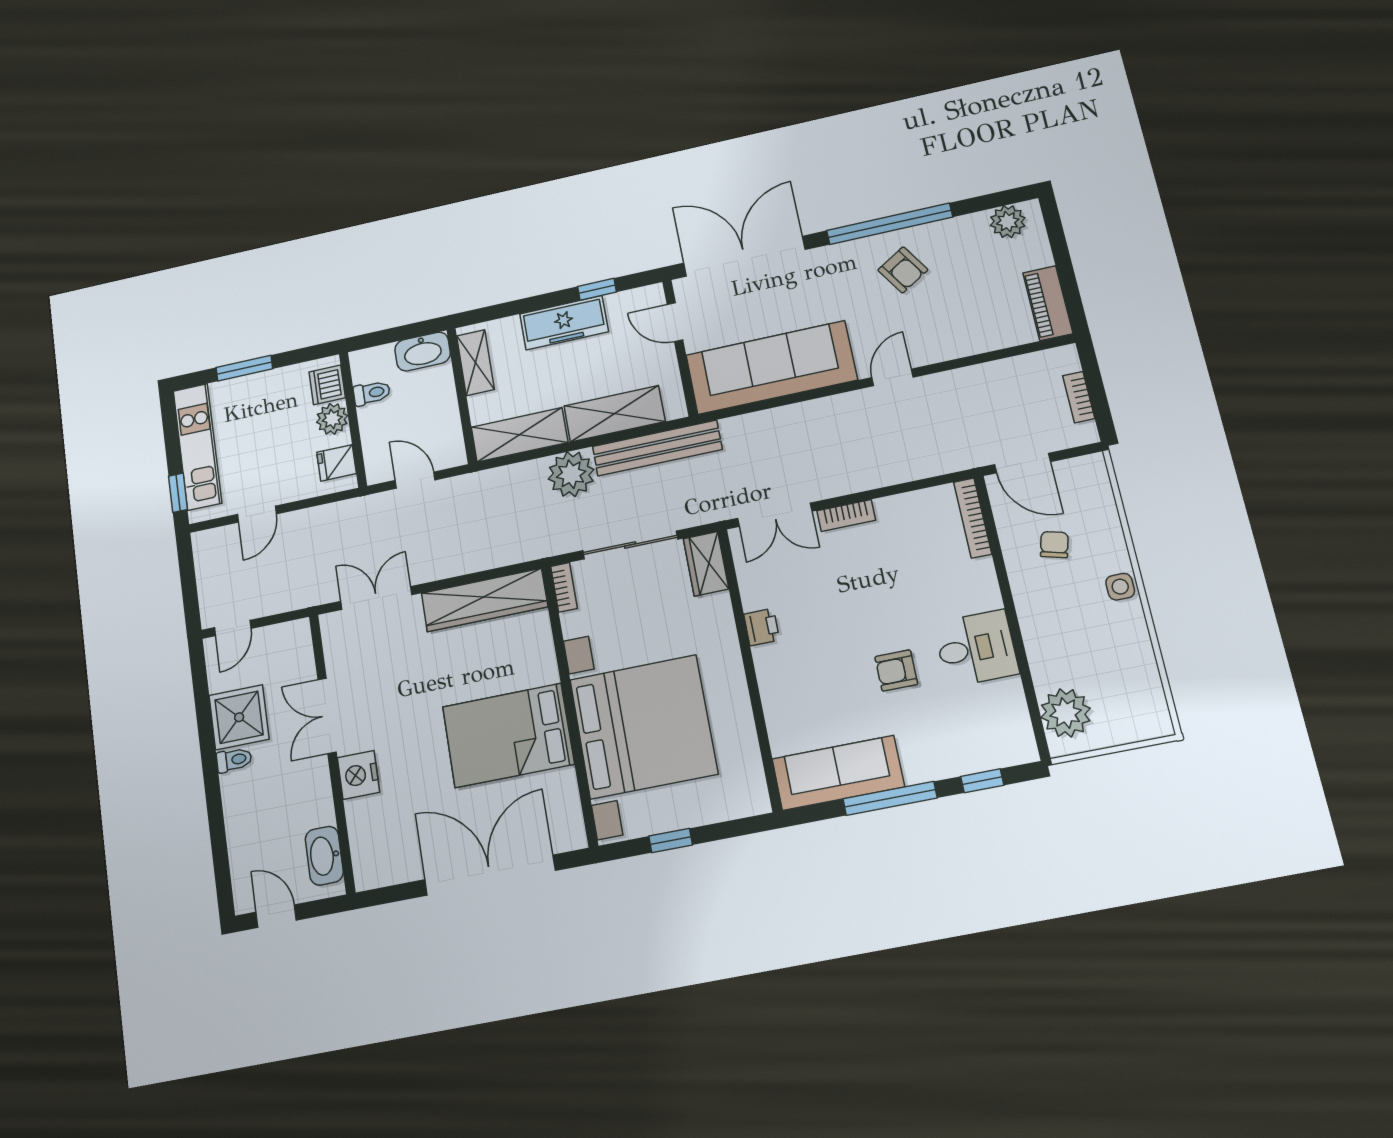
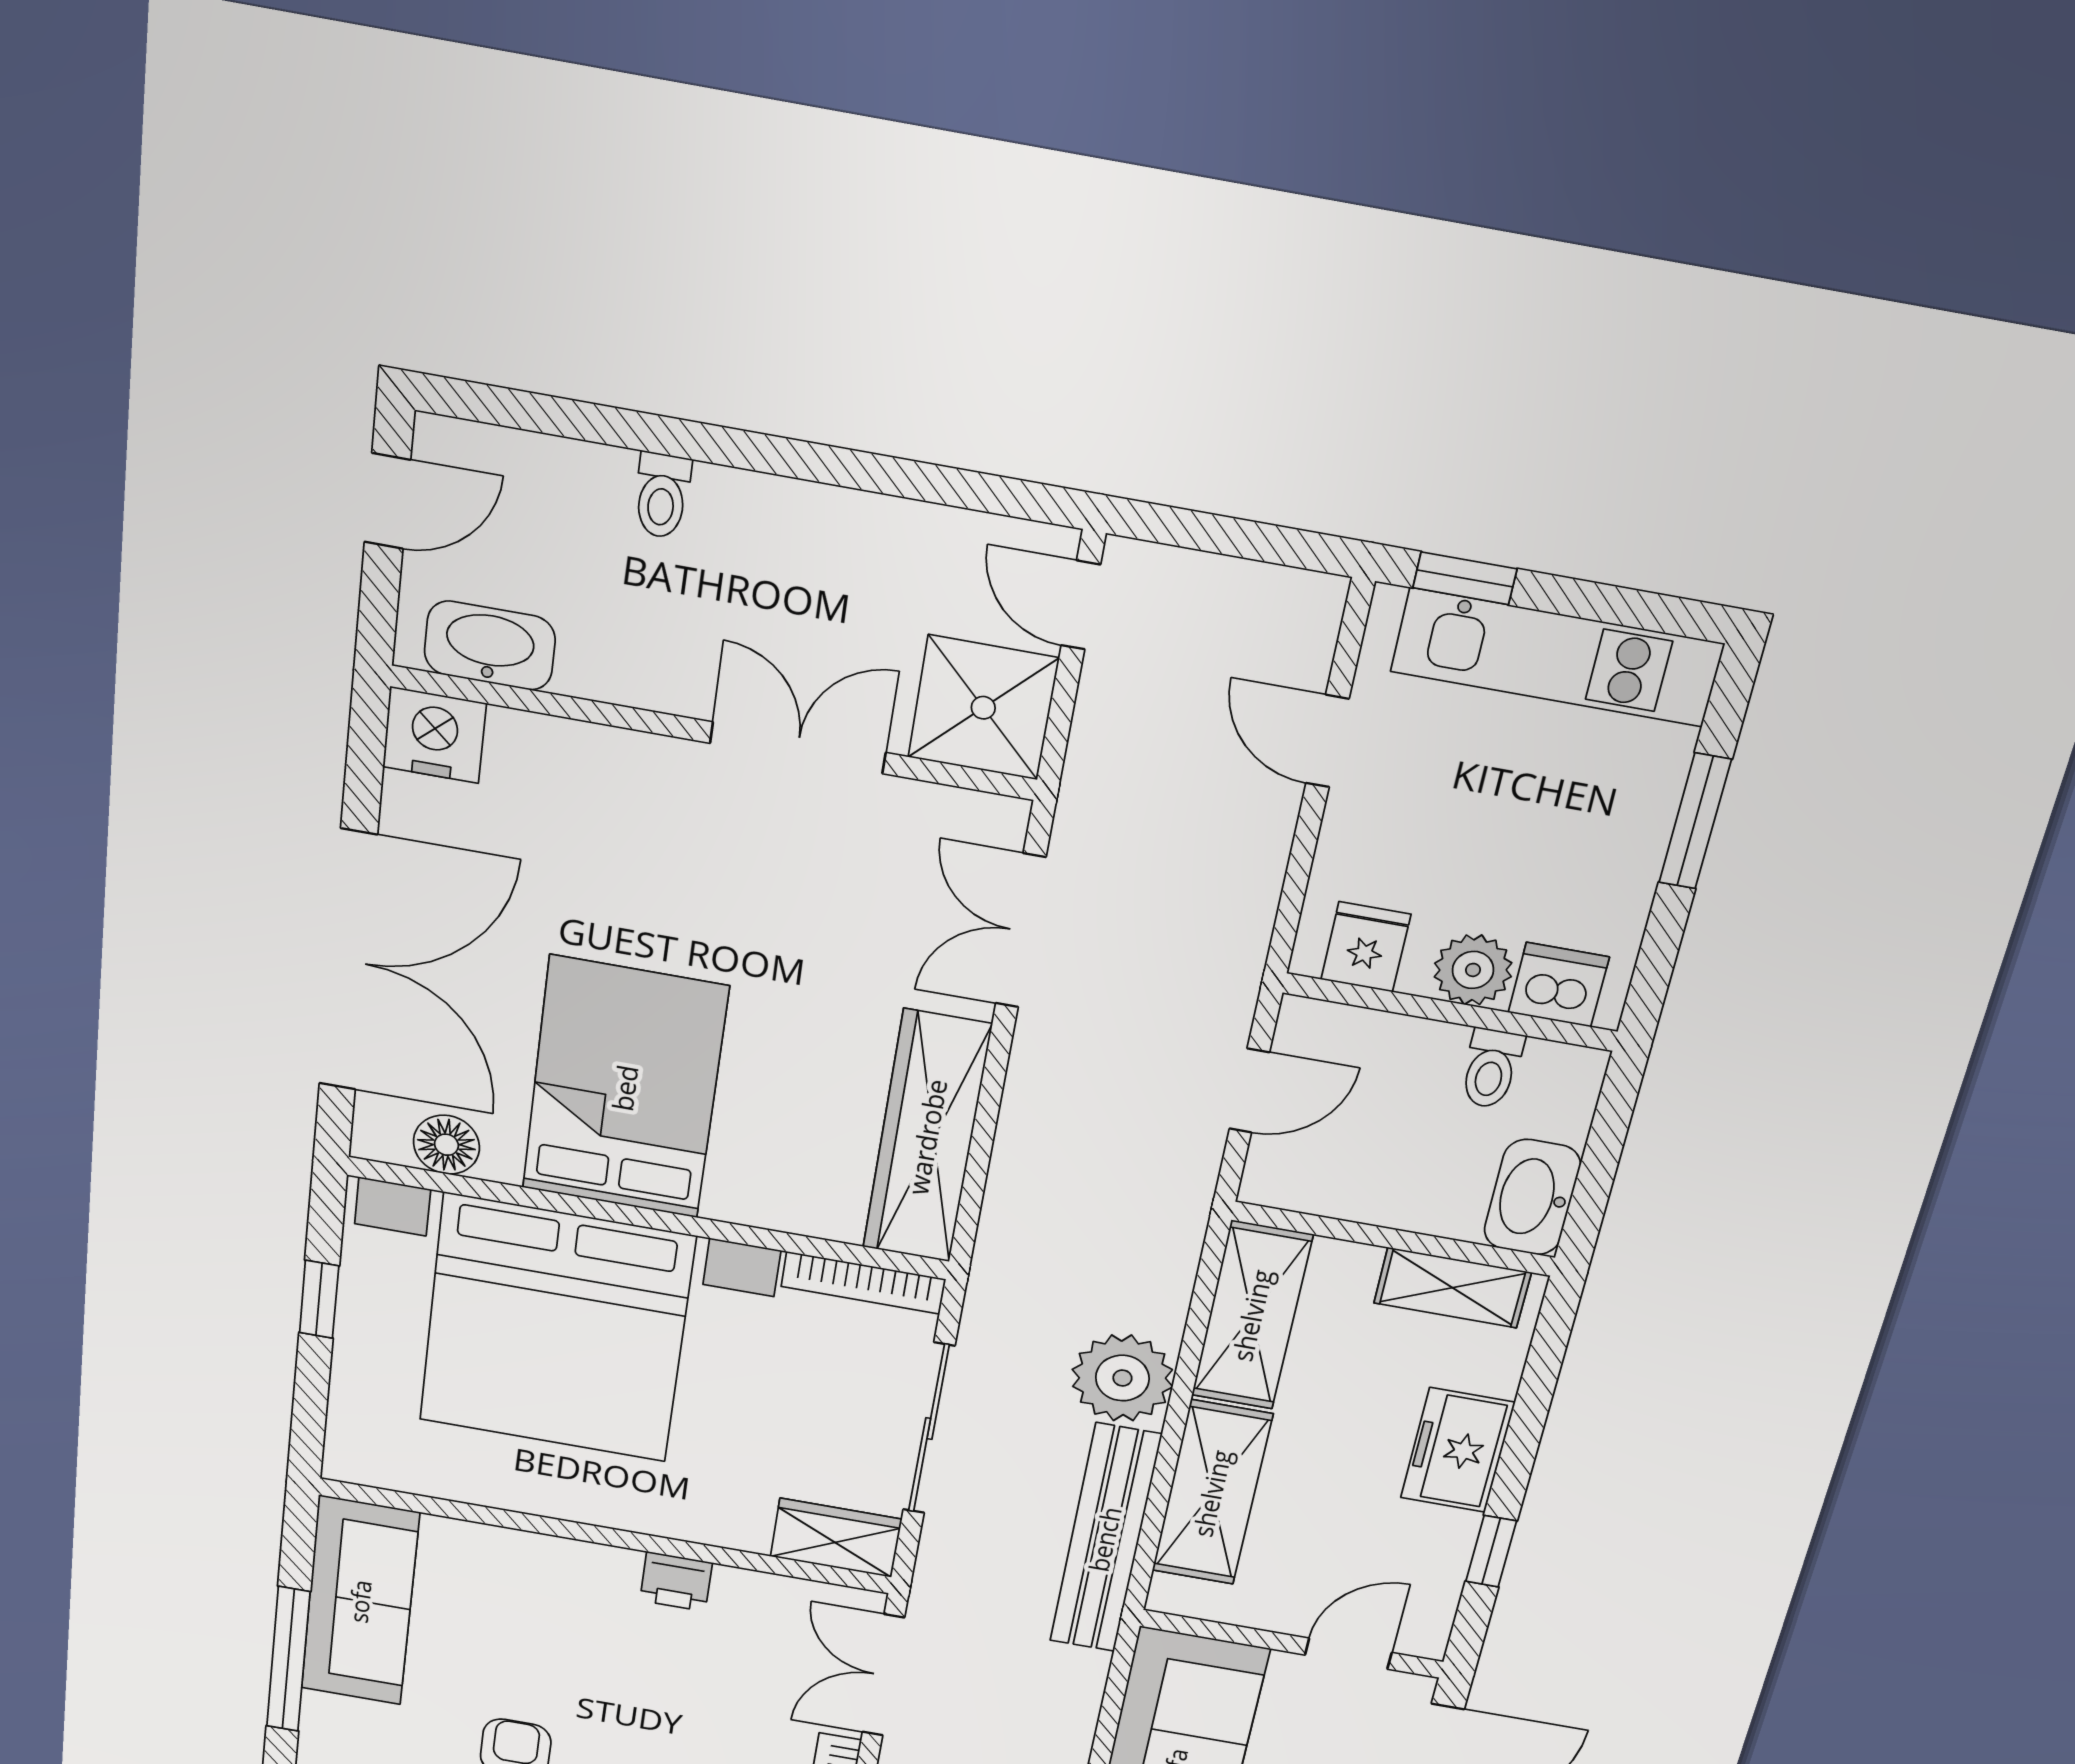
freezer: (564, 323) -> (1458, 1450), width x0.71
bookcase: (564, 587) -> (863, 1283), width x1.56
double door: (376, 598) -> (1021, 931), swing flipped
shower: (239, 717) -> (983, 708), moved
toilet: (234, 760) -> (662, 495), moved
nightstand: (358, 775) -> (434, 735), moved
floor lamp: (566, 805) -> (446, 1145), added

